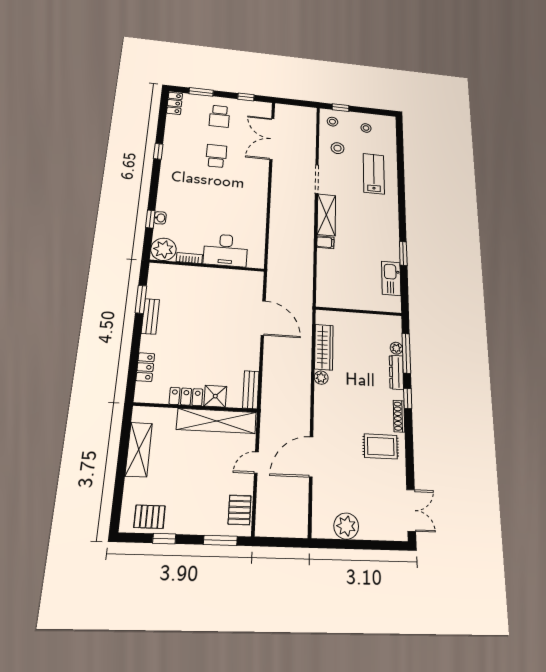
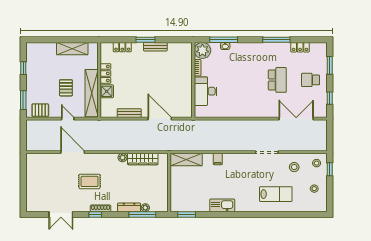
locker: (175, 103) -> (300, 47), moved
window: (158, 151) -> (276, 40), width x2.17
school desk: (216, 156) -> (277, 80), width x1.85
shelving: (326, 215) -> (186, 160), moved
window: (150, 219) -> (224, 40), width x2.17
window: (403, 253) -> (187, 214), moved
kitchen sink: (391, 278) -> (222, 205), moved
window: (141, 299) -> (145, 40), moved
door: (263, 318) -> (160, 119), swing flipped
bench: (251, 390) -> (129, 113), moved
window: (408, 398) -> (95, 214), moved
rug: (381, 446) -> (90, 181), moved, turned 90
double door: (411, 510) -> (61, 214), moved
pallet: (150, 517) -> (66, 88), moved
plant: (346, 526) -> (33, 174), removed

